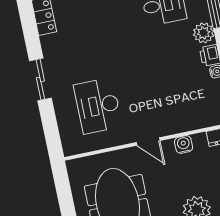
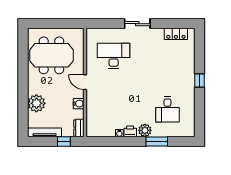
door: (148, 142) -> (85, 82), hinge flipped

